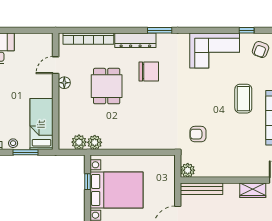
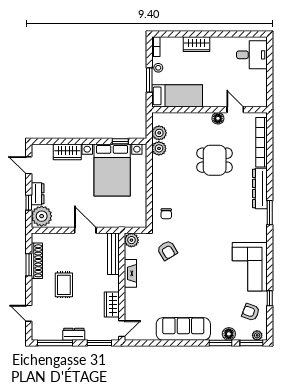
chair: (149, 72) -> (166, 214), moved, width x0.54, depth x0.54
coffee table: (243, 99) -> (202, 295), removed
armchair: (198, 134) -> (167, 250), turned 149
fireplace: (221, 171) -> (130, 273), added

